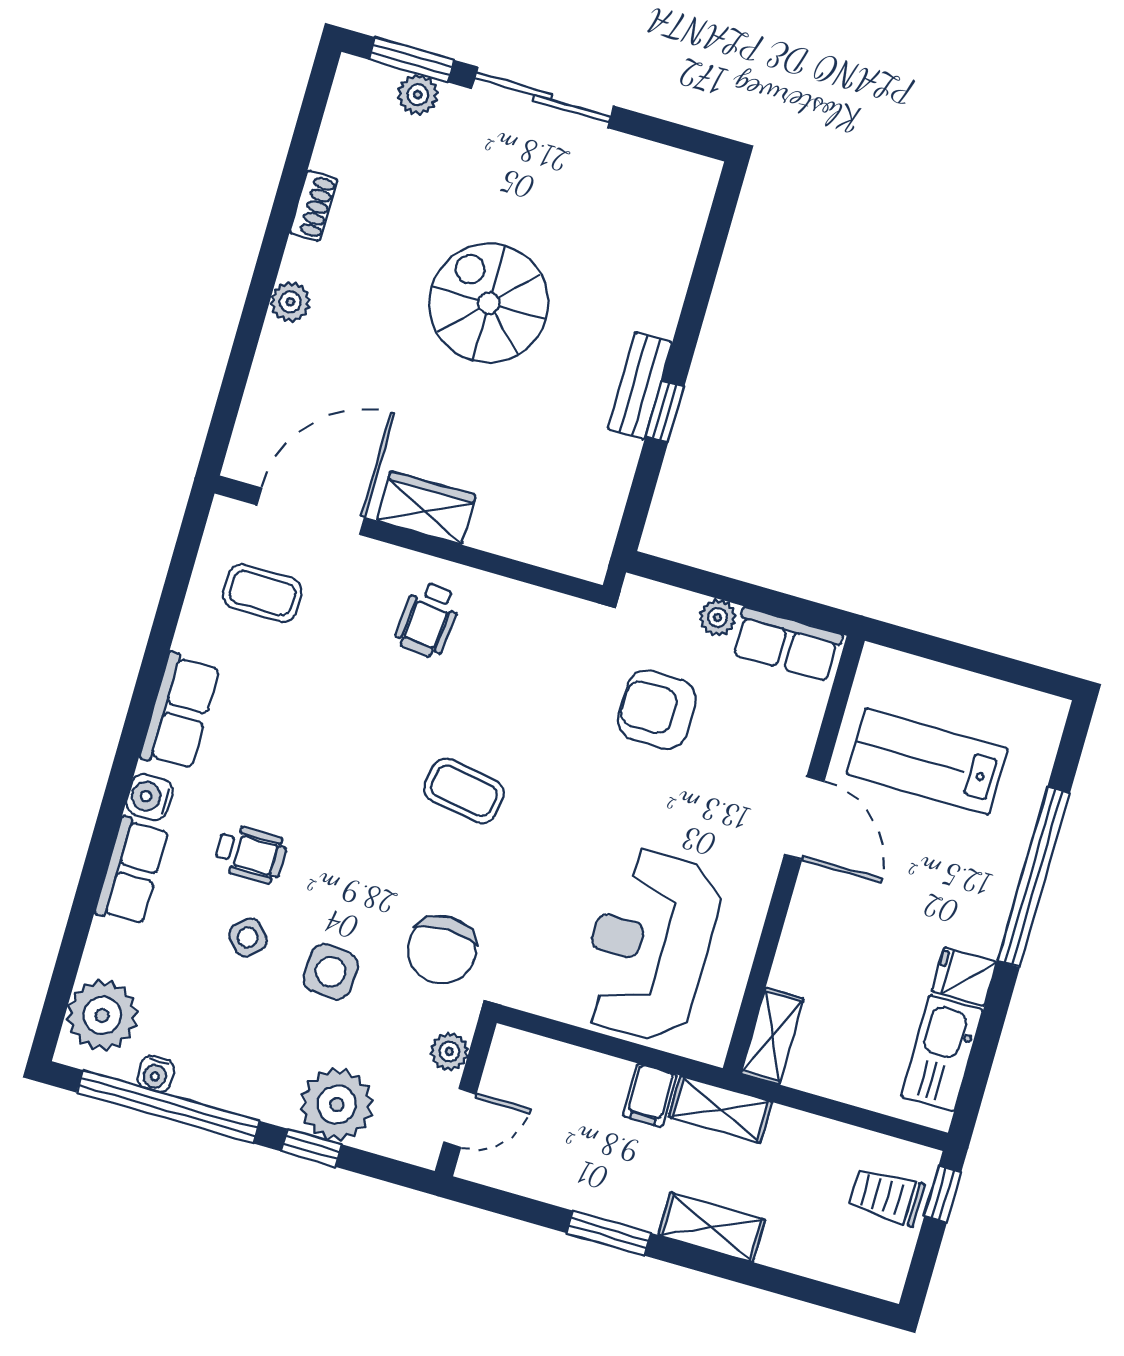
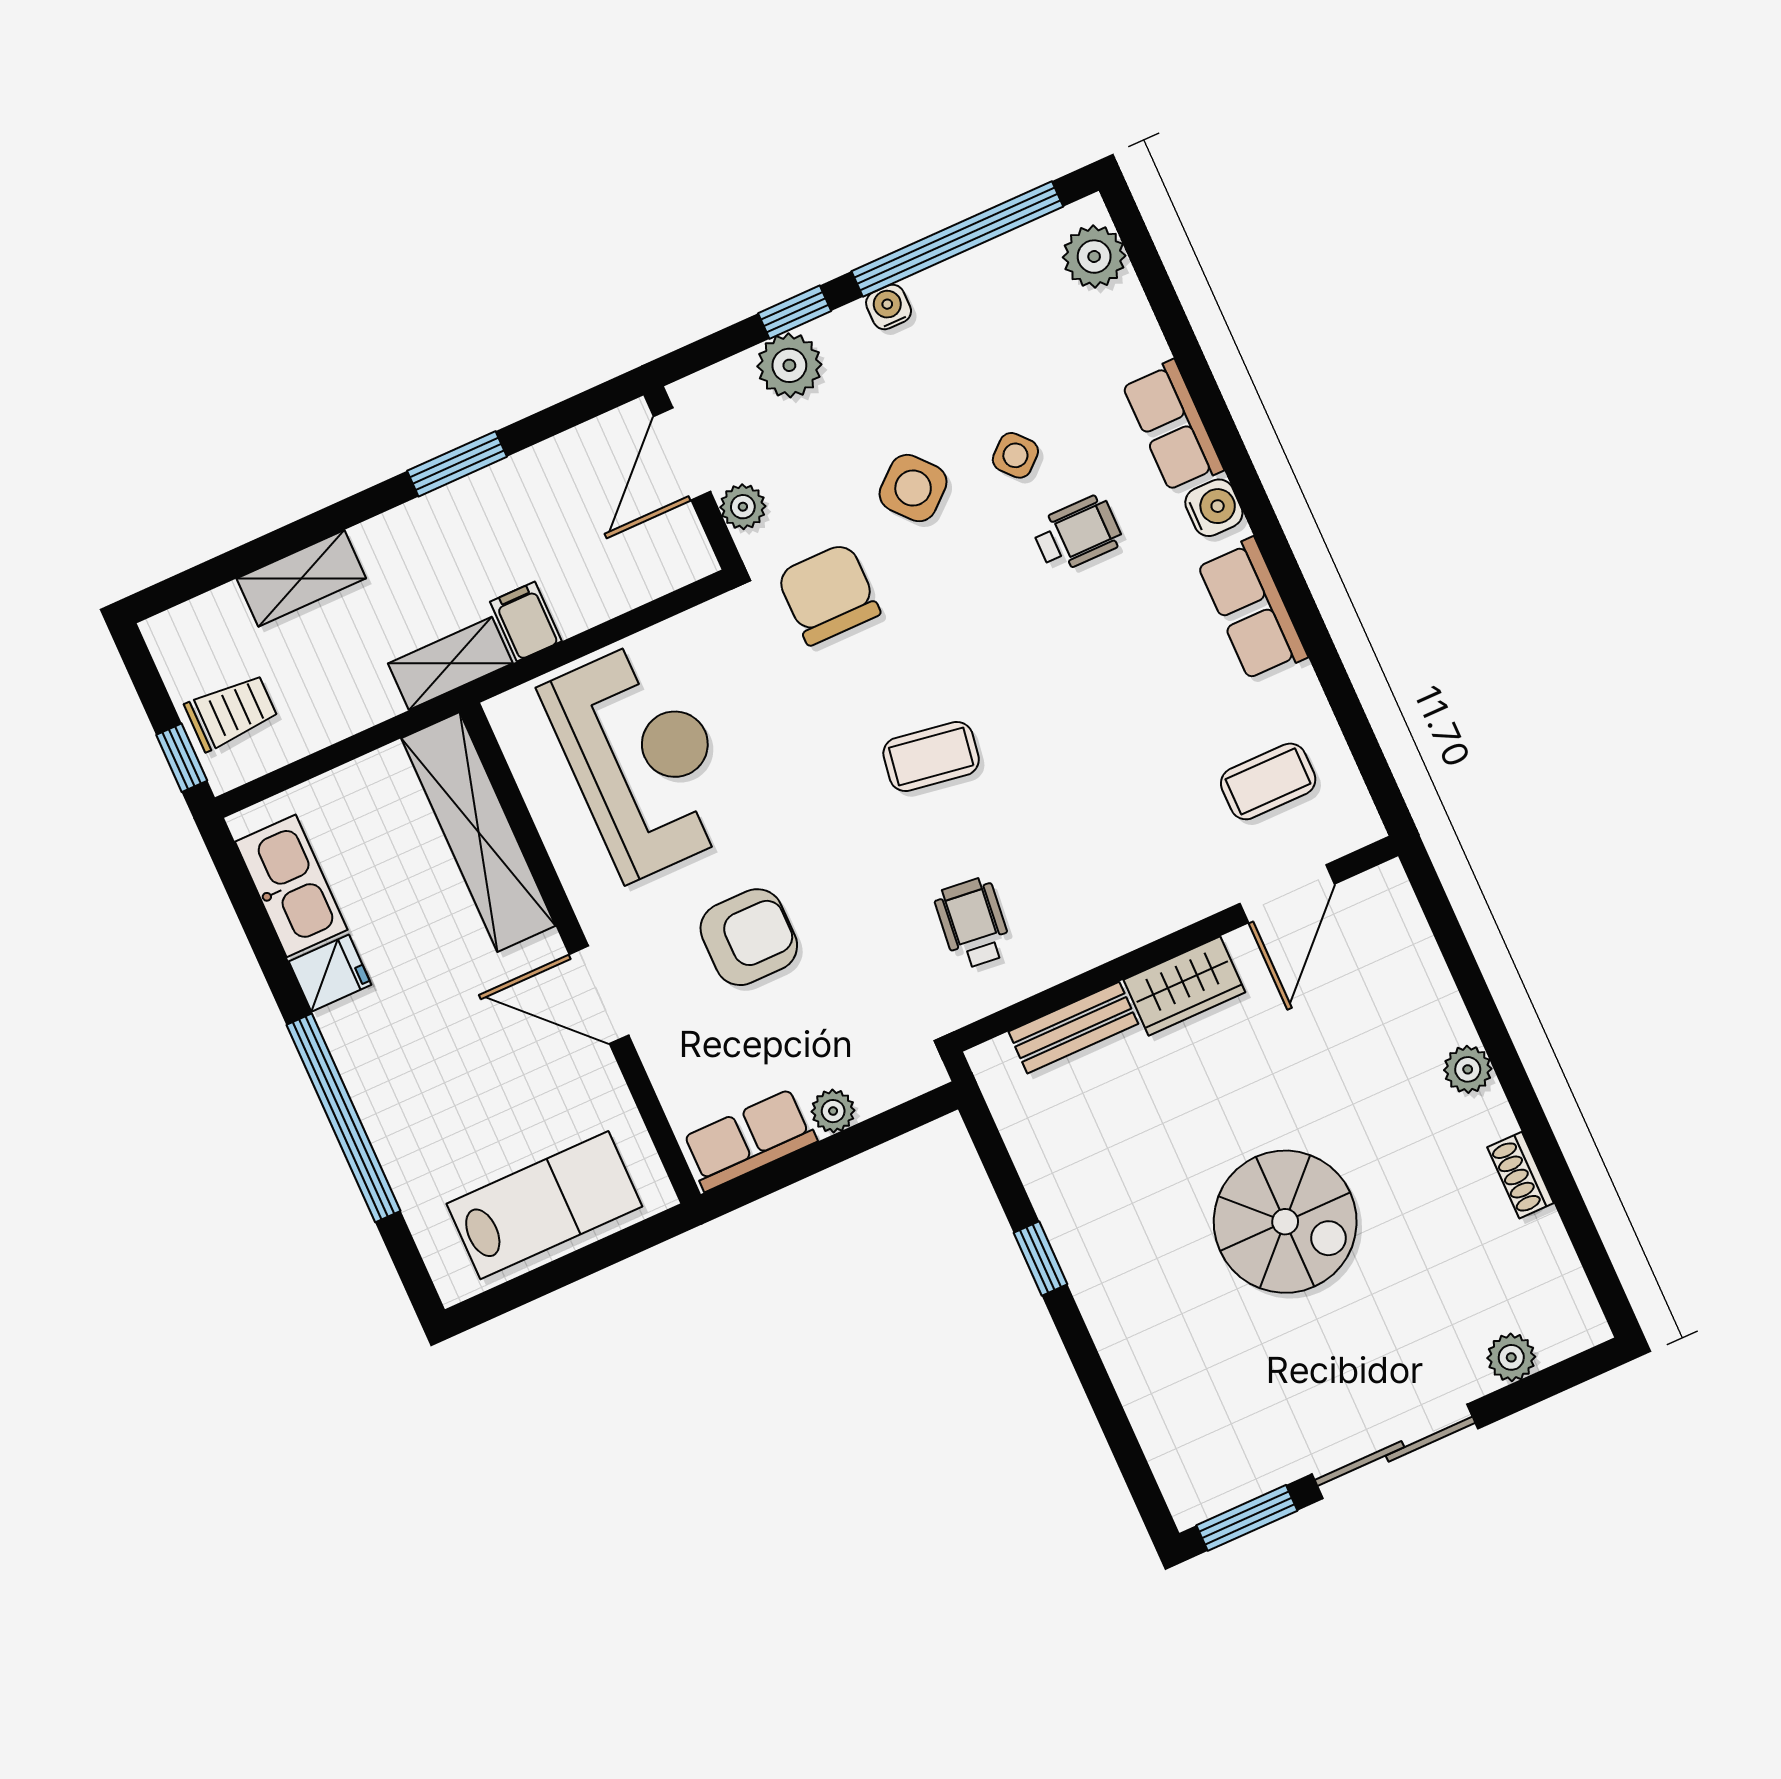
window: (411, 60) -> (1247, 1518), moved
bench: (640, 386) -> (1073, 1028), moved, turned 90
door: (311, 511) -> (1287, 894), width x0.73
wheelchair: (428, 619) -> (973, 923), moved
armchair: (657, 710) -> (749, 937), moved
lab bench: (927, 761) -> (544, 1205), moved
wheelchair: (251, 854) -> (1077, 534), turned 180
side table: (331, 972) -> (913, 488), turned 45
plant: (102, 1015) -> (1094, 257), width x0.73, depth x0.73
shelving: (772, 1036) -> (478, 832), width x2.20, depth x1.33
water cooler: (156, 1074) -> (889, 307), moved
plant: (337, 1105) -> (789, 365), width x0.73, depth x0.73
door: (460, 1118) -> (682, 454), width x1.38
shelving: (712, 1227) -> (301, 578), moved

